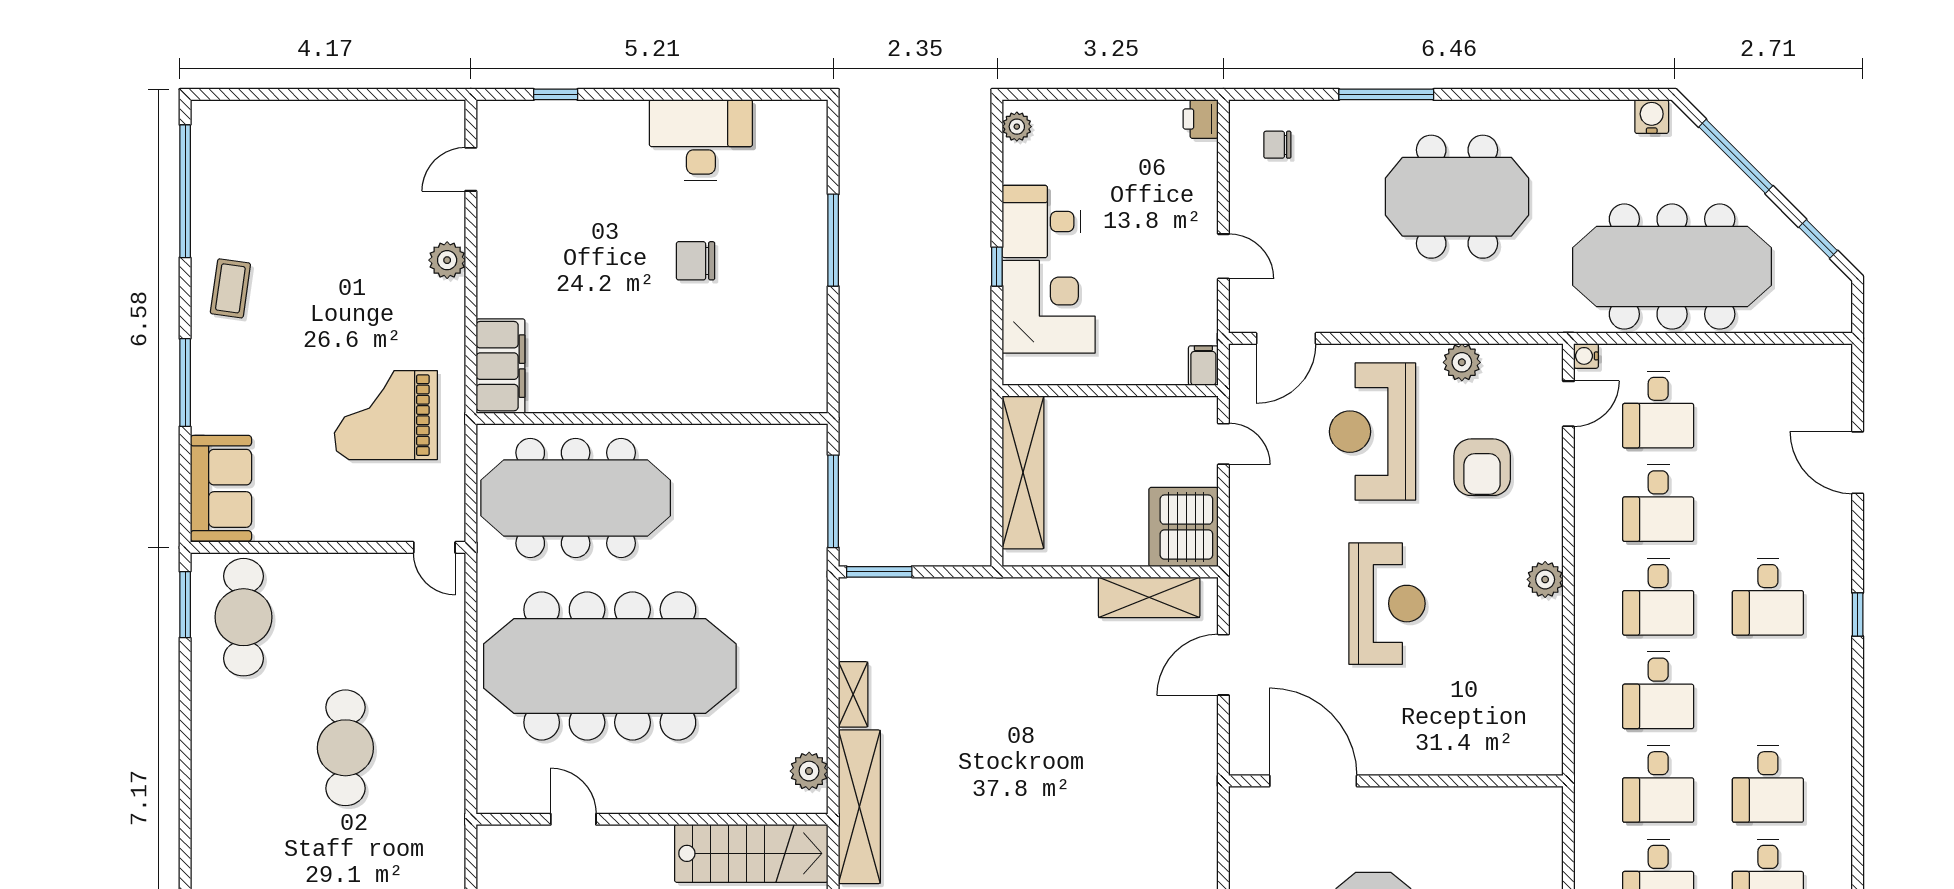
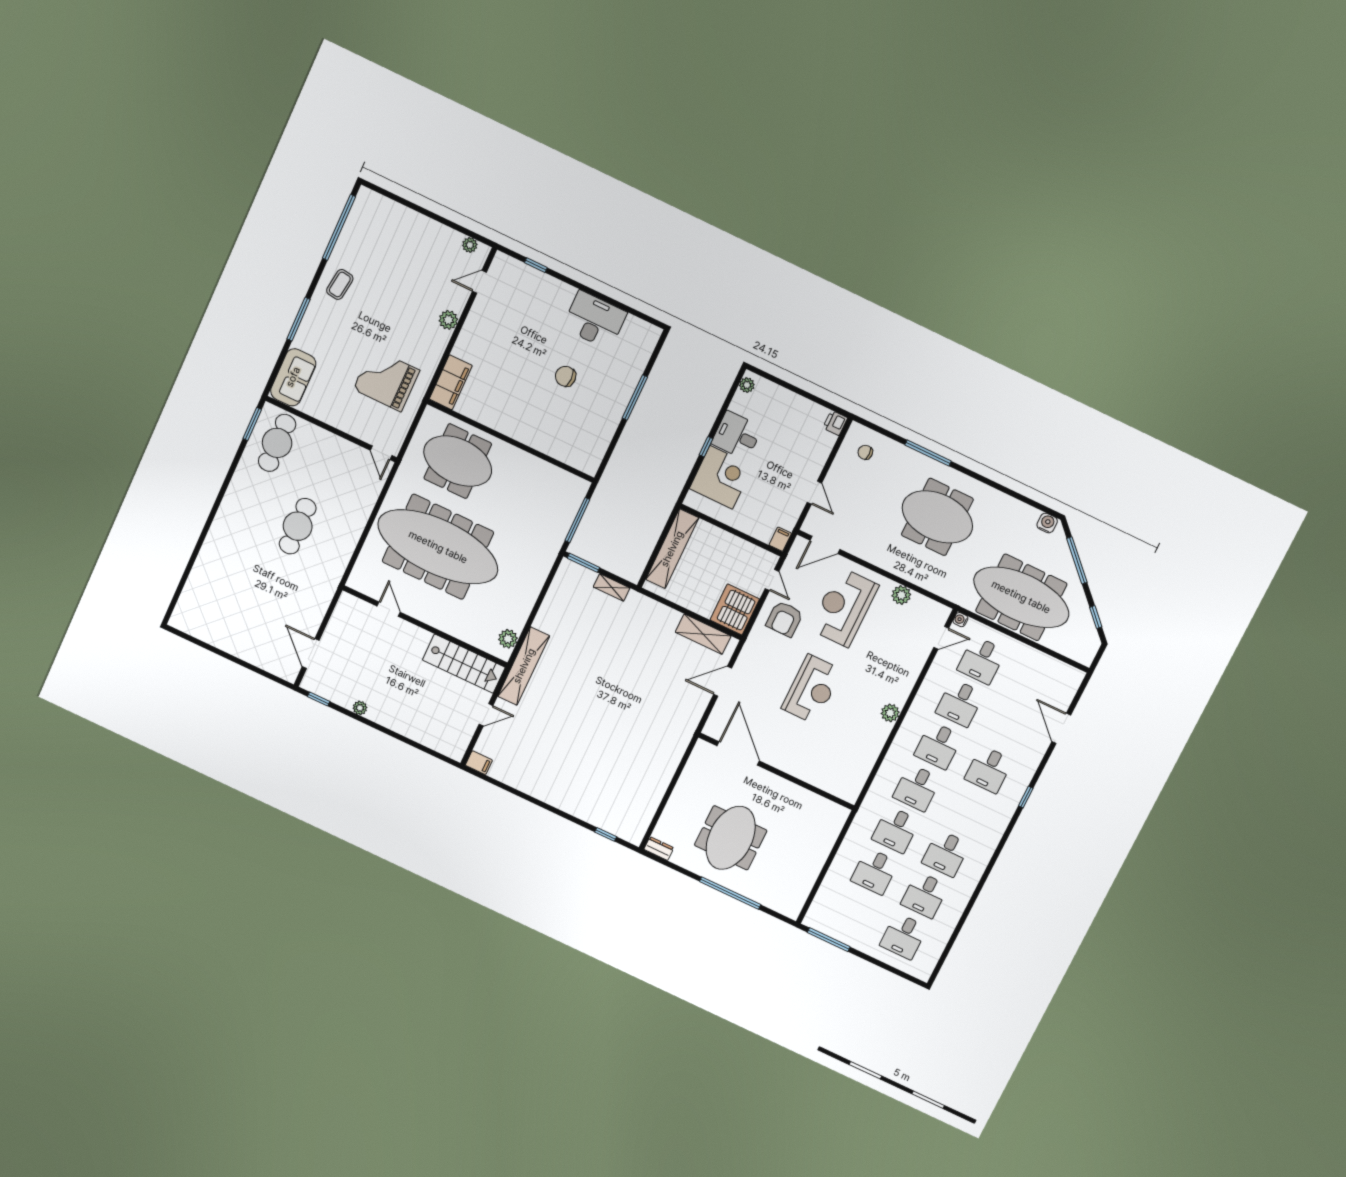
plant: (425, 114) -> (470, 245), added
armchair: (1482, 467) -> (785, 619), moved
meeting table: (576, 498) -> (458, 461), width x0.73
shelving: (853, 694) -> (612, 587), moved, turned 90

